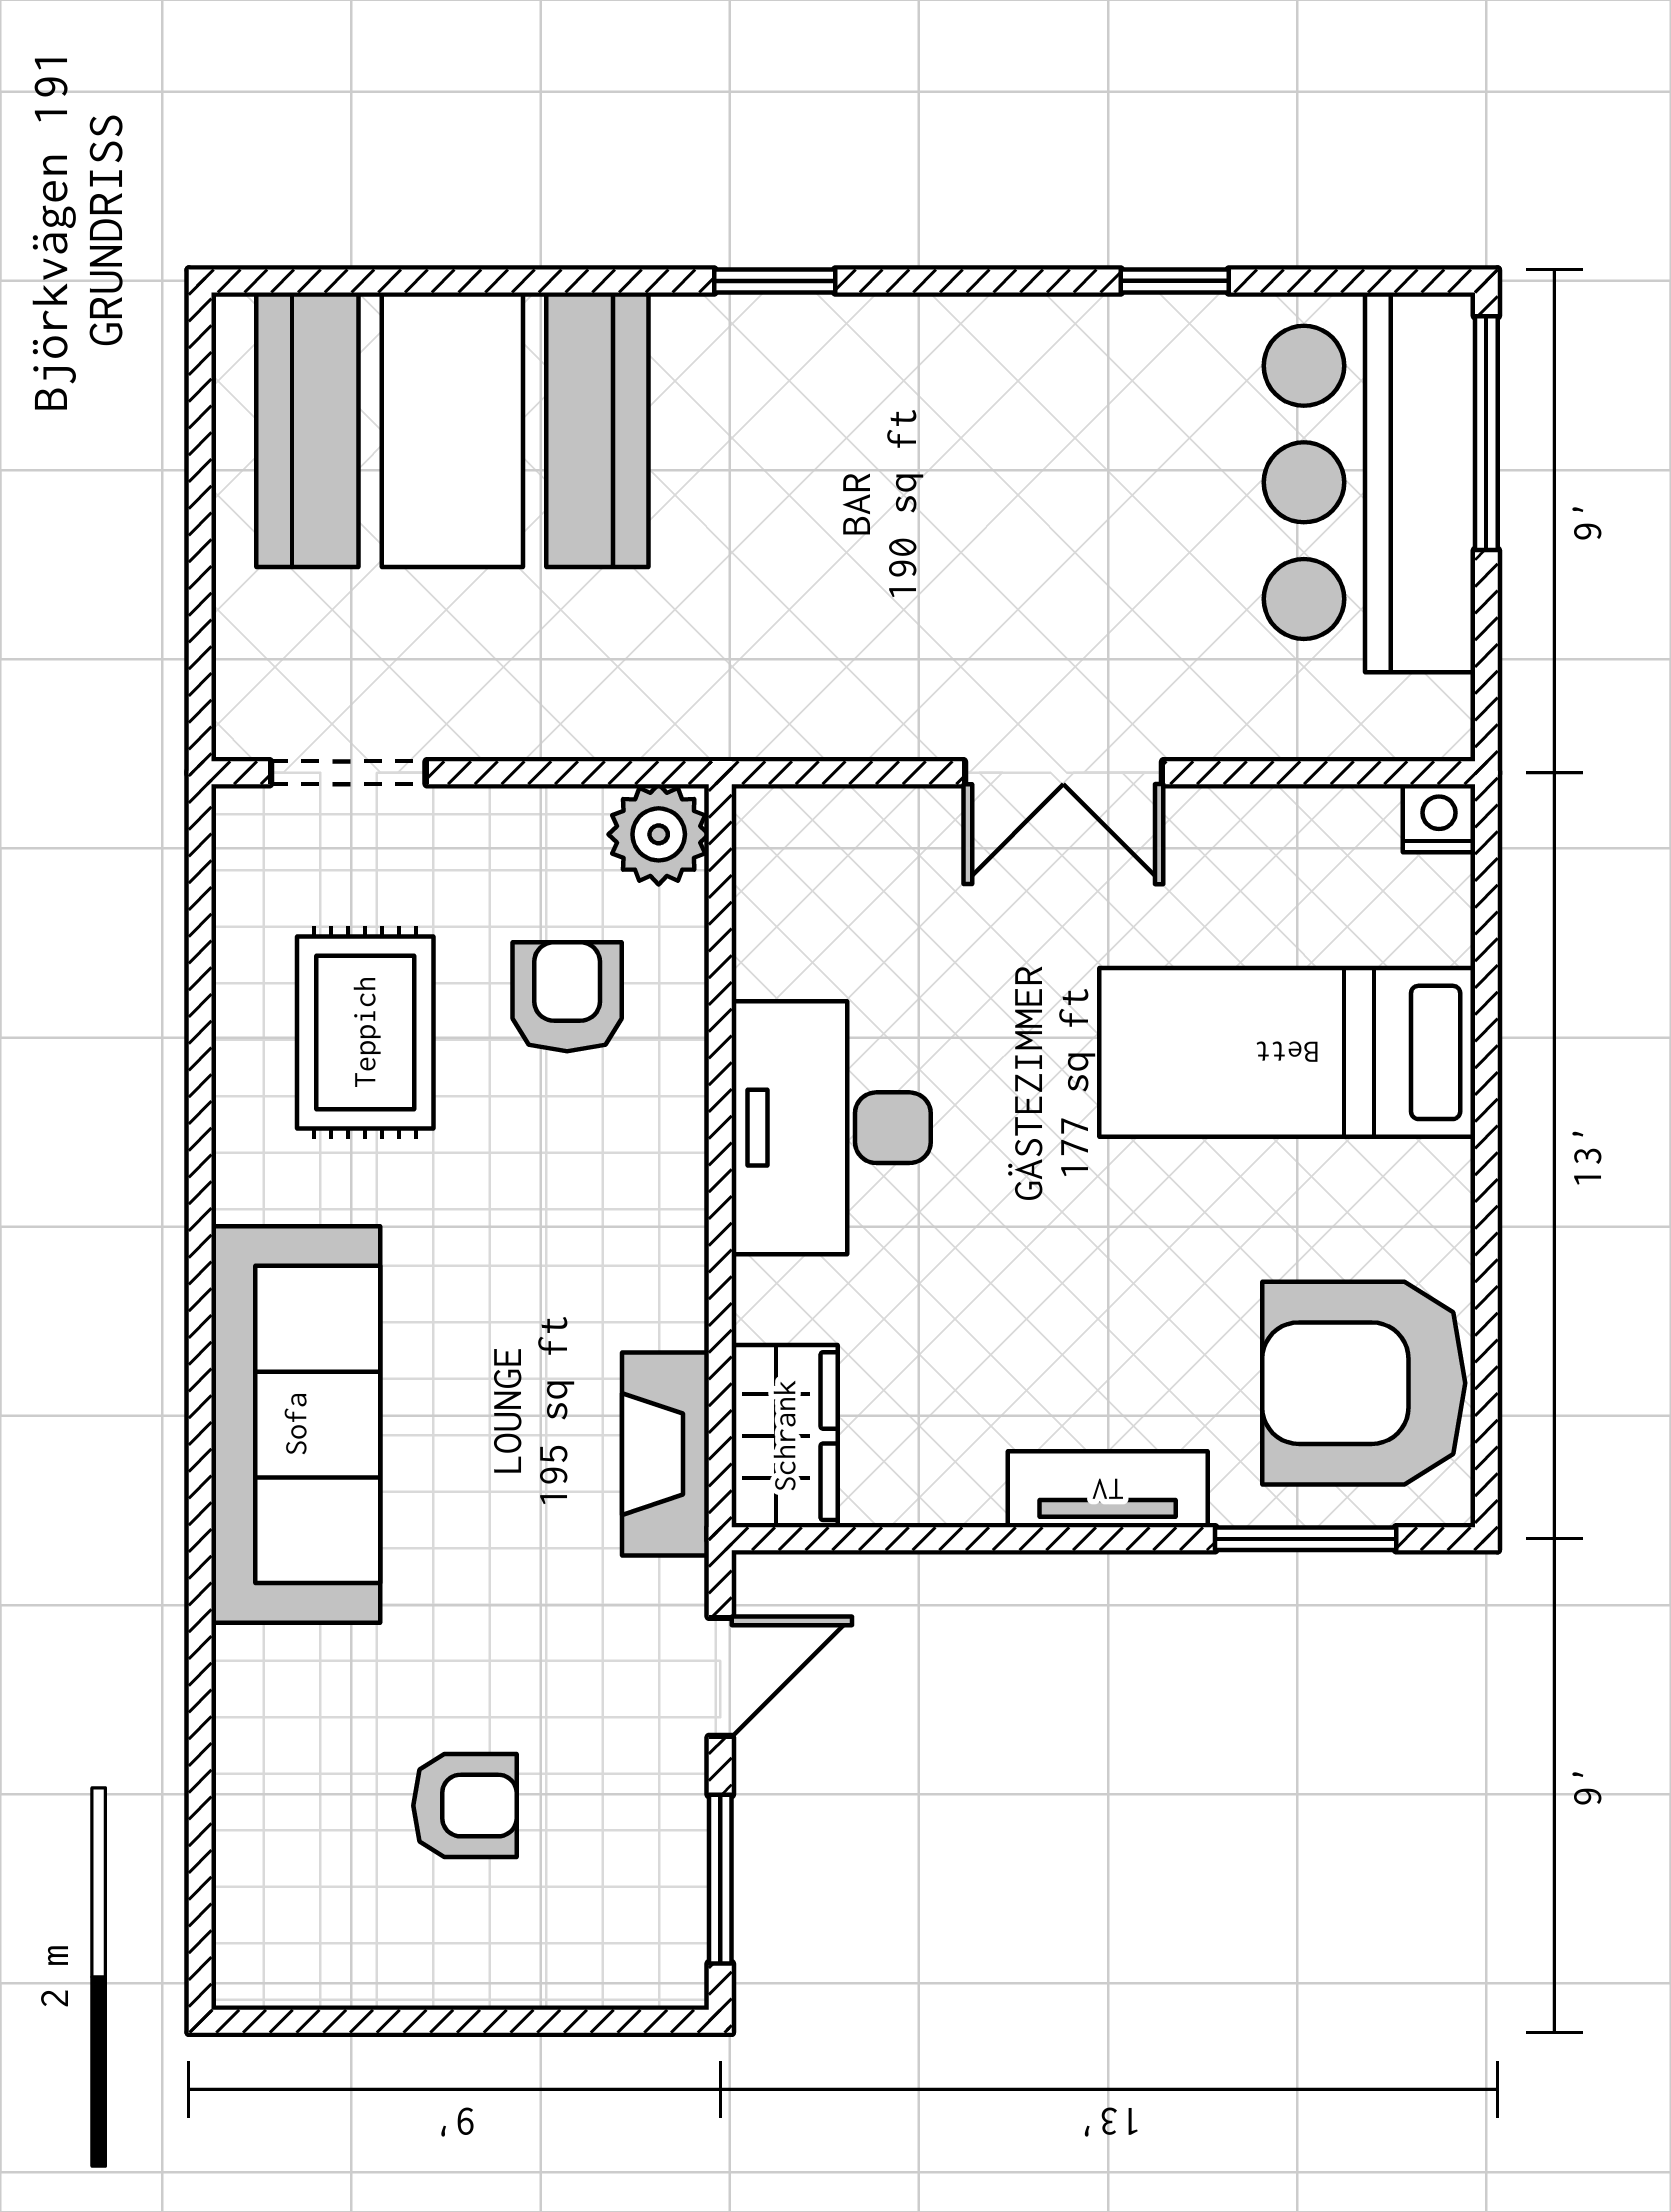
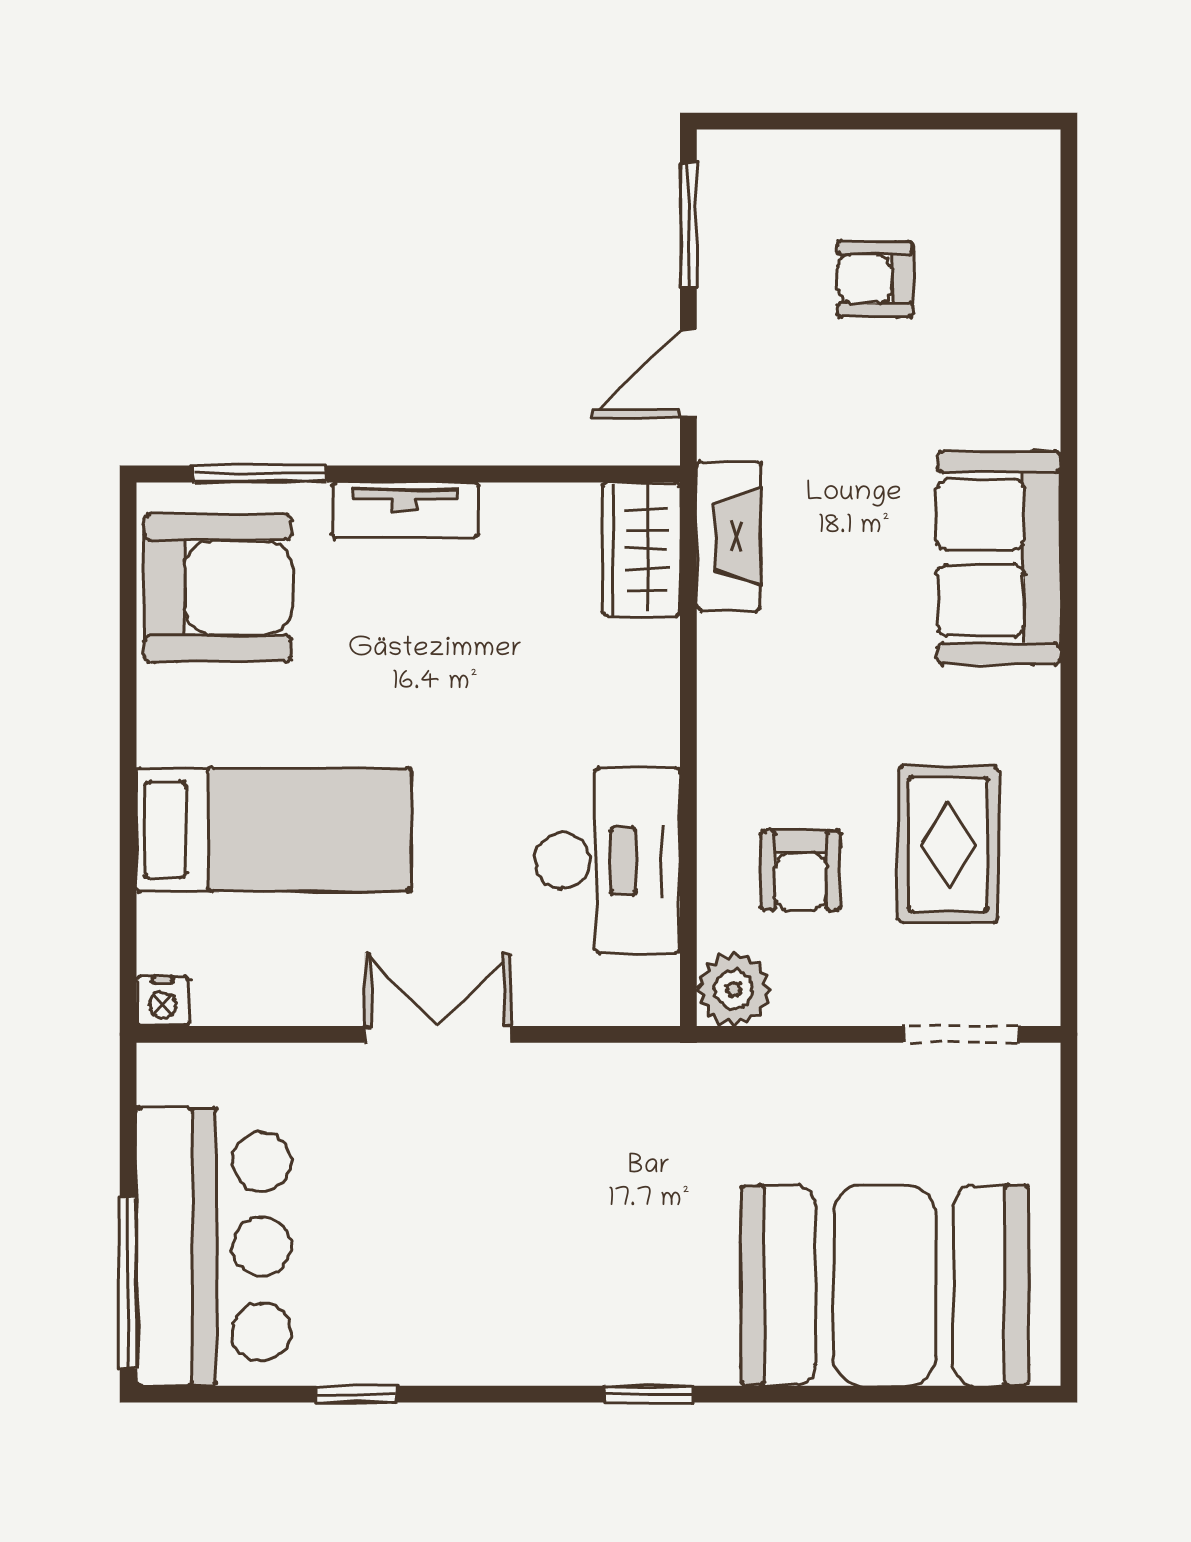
desk: (831, 1128) -> (607, 861), moved
sofa: (296, 1424) -> (999, 558), width x0.73

